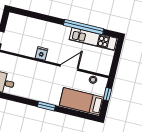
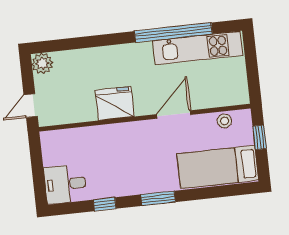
plant: (13, 19) -> (42, 63), added
fridge: (42, 53) -> (115, 103), width x1.88, depth x1.34
window: (19, 100) -> (105, 204), added

